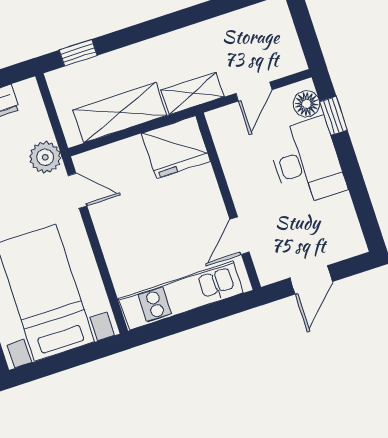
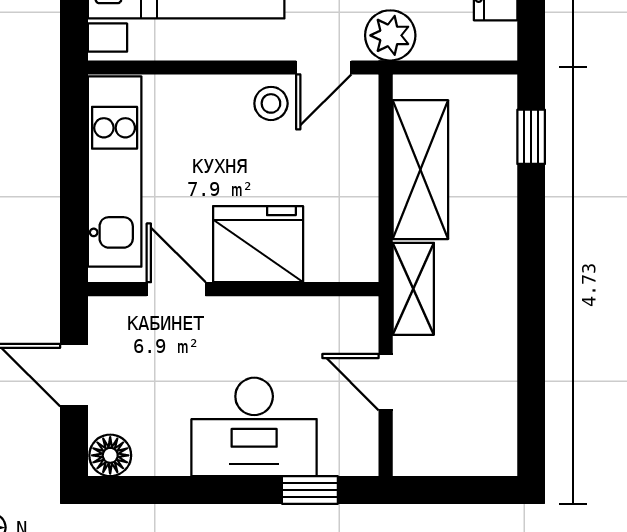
floor lamp: (307, 104) -> (110, 455), moved
fridge: (176, 147) -> (258, 244), moved, turned 90
stool: (109, 215) -> (271, 103), added

